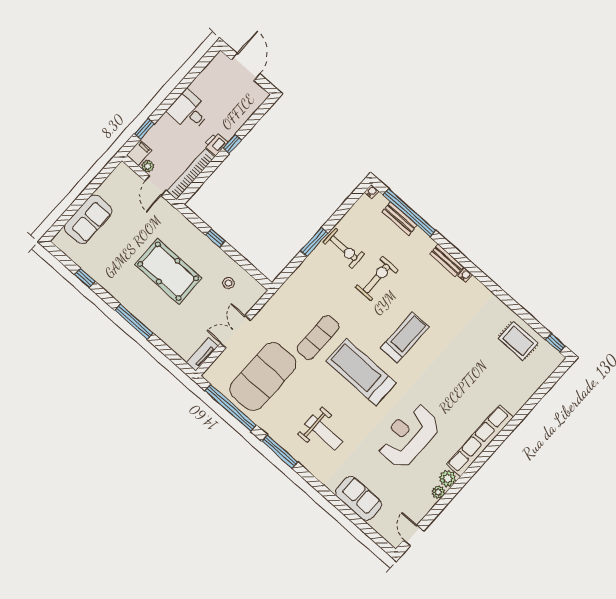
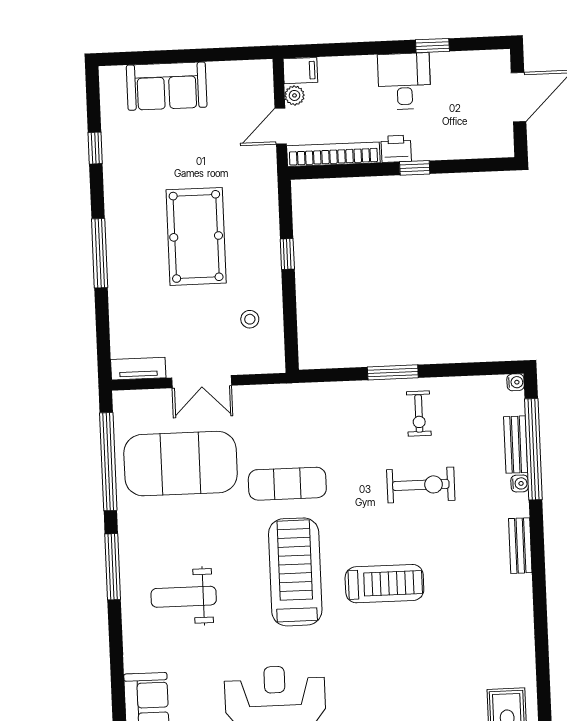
window: (144, 129) -> (432, 46), moved
exercise bike: (344, 248) -> (419, 413), width x0.73, depth x0.72
water cooler: (465, 275) -> (520, 484), moved
double door: (235, 332) -> (202, 382), swing flipped
weight bench: (324, 433) -> (184, 597), turned 90

